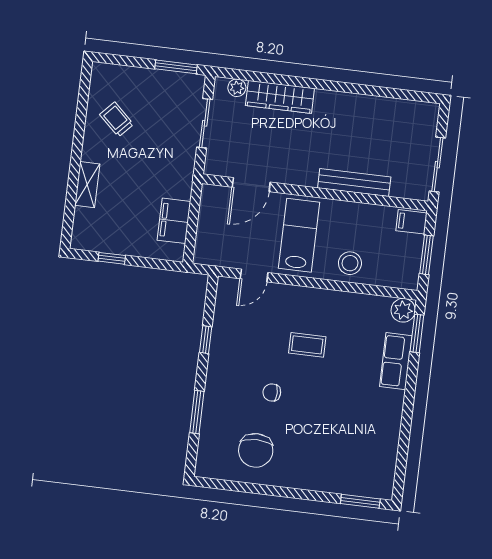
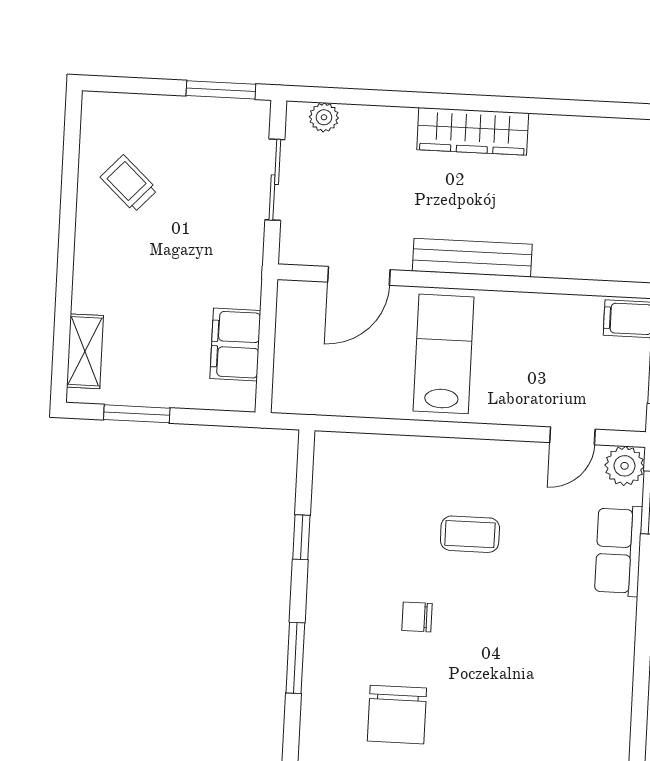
wardrobe: (280, 97) -> (473, 131), moved
bench: (354, 183) -> (472, 258), moved
shelving: (87, 185) -> (85, 351), moved
window: (112, 258) -> (137, 414), width x1.50
stool: (350, 263) -> (531, 394), removed
door: (254, 276) -> (572, 436), moved

